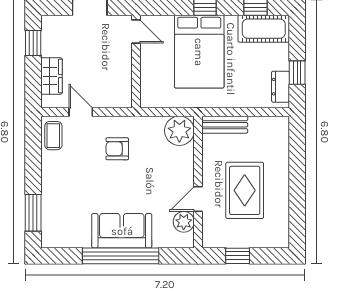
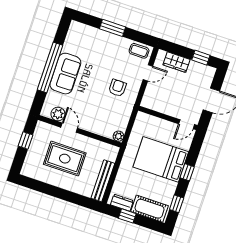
cot: (264, 29) -> (150, 209), moved, turned 90
bench: (225, 125) -> (103, 181), moved, width x1.36
plant: (179, 131) -> (118, 136), width x0.53, depth x0.53
window: (33, 213) -> (113, 28), moved

